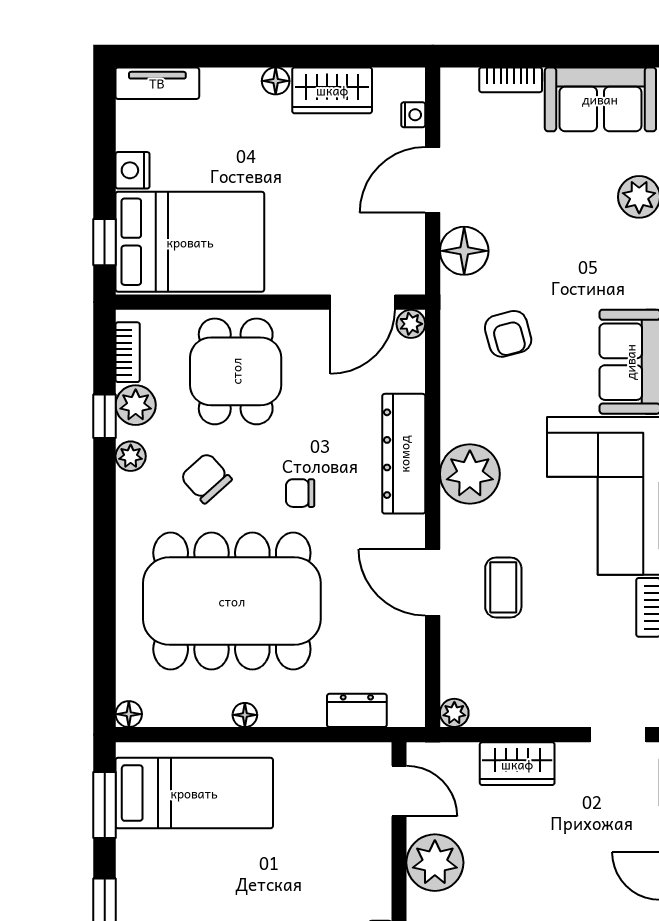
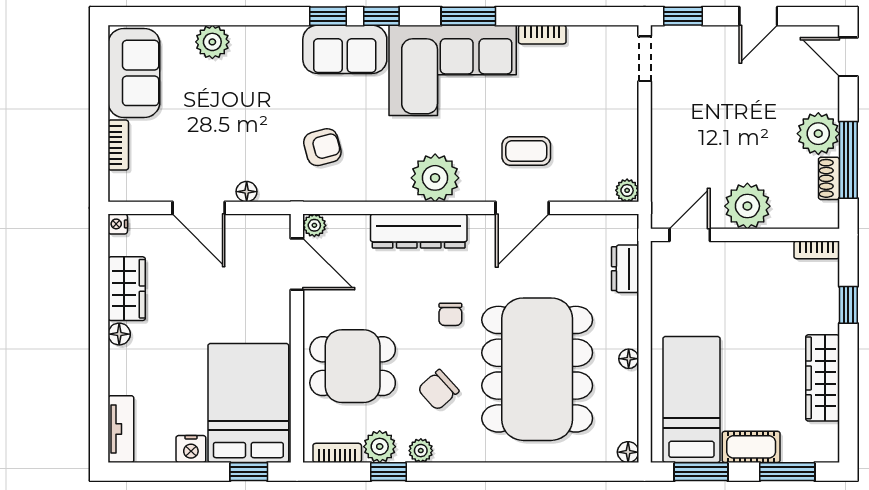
nightstand: (413, 115) -> (118, 224), moved, turned -90
floor lamp: (464, 251) -> (247, 192), width x0.53, depth x0.53
wardrobe: (517, 764) -> (668, 140), removed
cot: (135, 867) -> (751, 447), added

